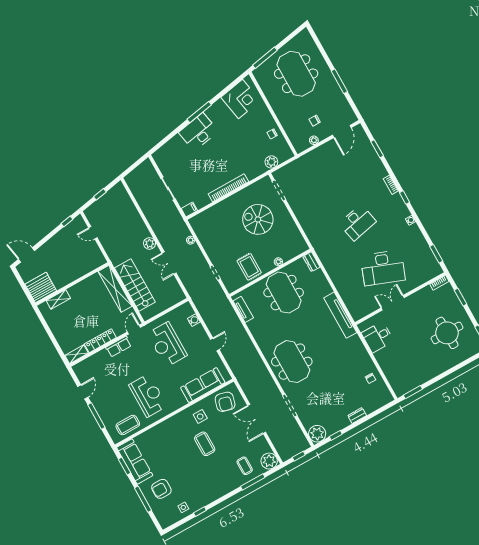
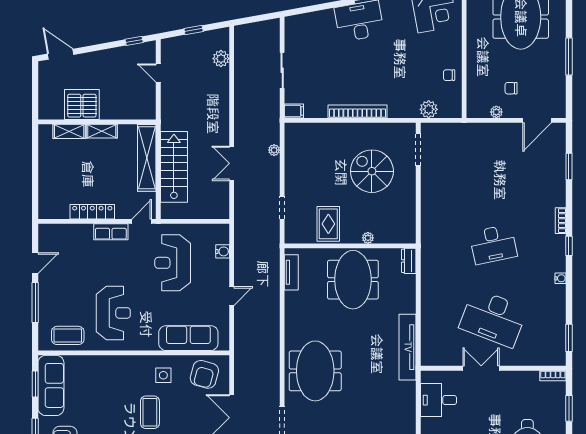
plant: (150, 243) -> (221, 59), moved
server rack: (41, 287) -> (82, 104), moved
shelving: (77, 354) -> (102, 131), moved

